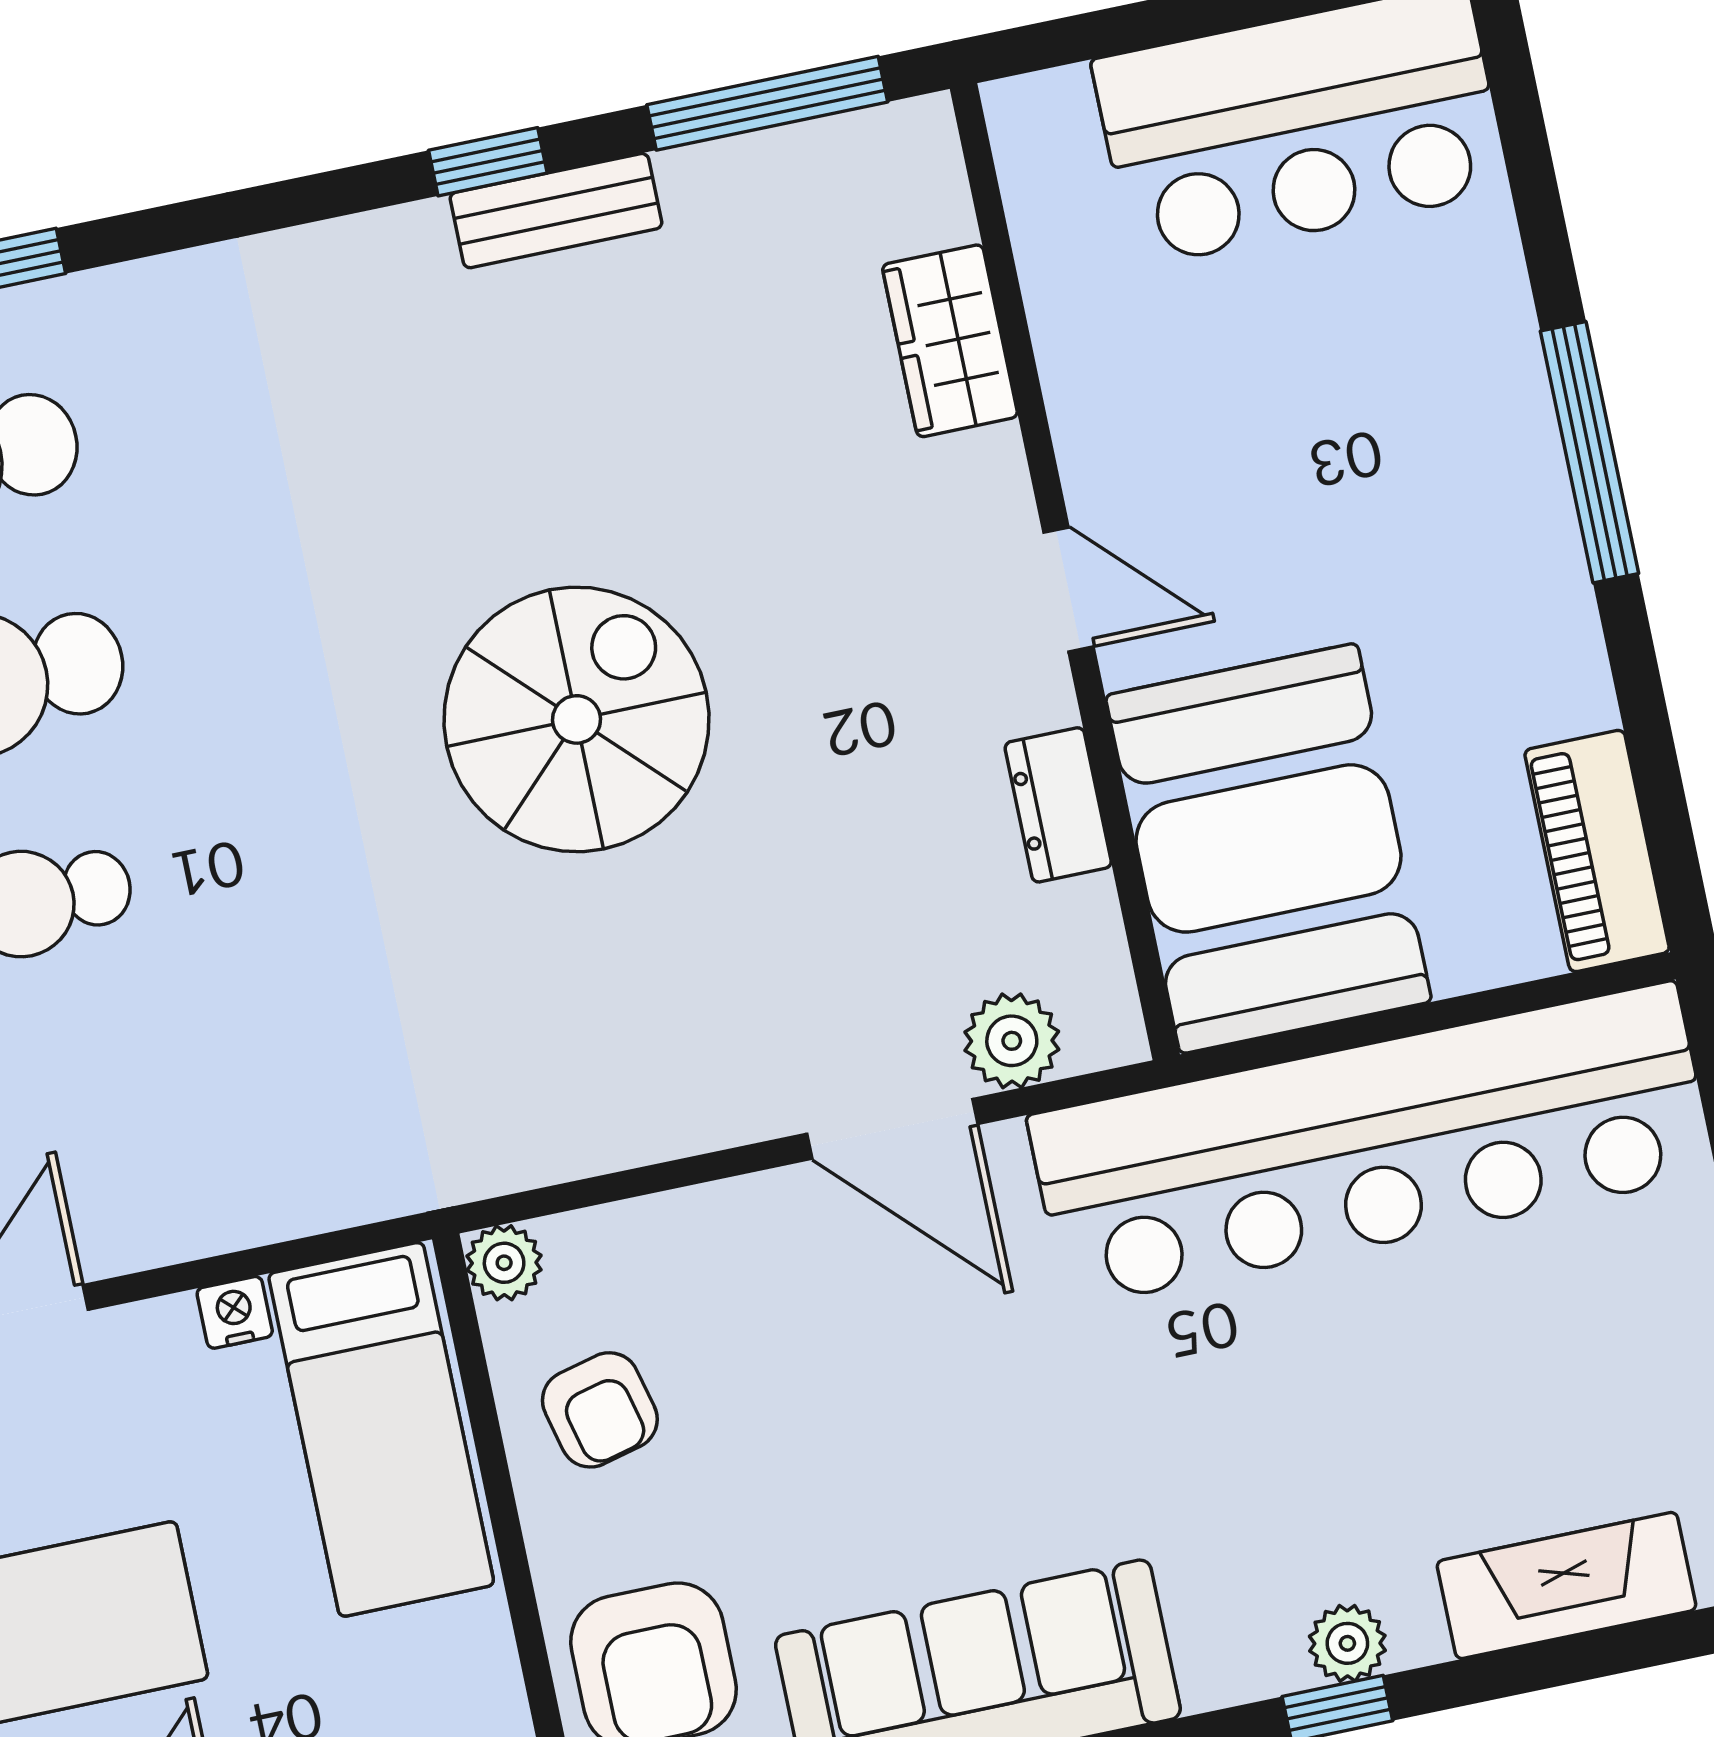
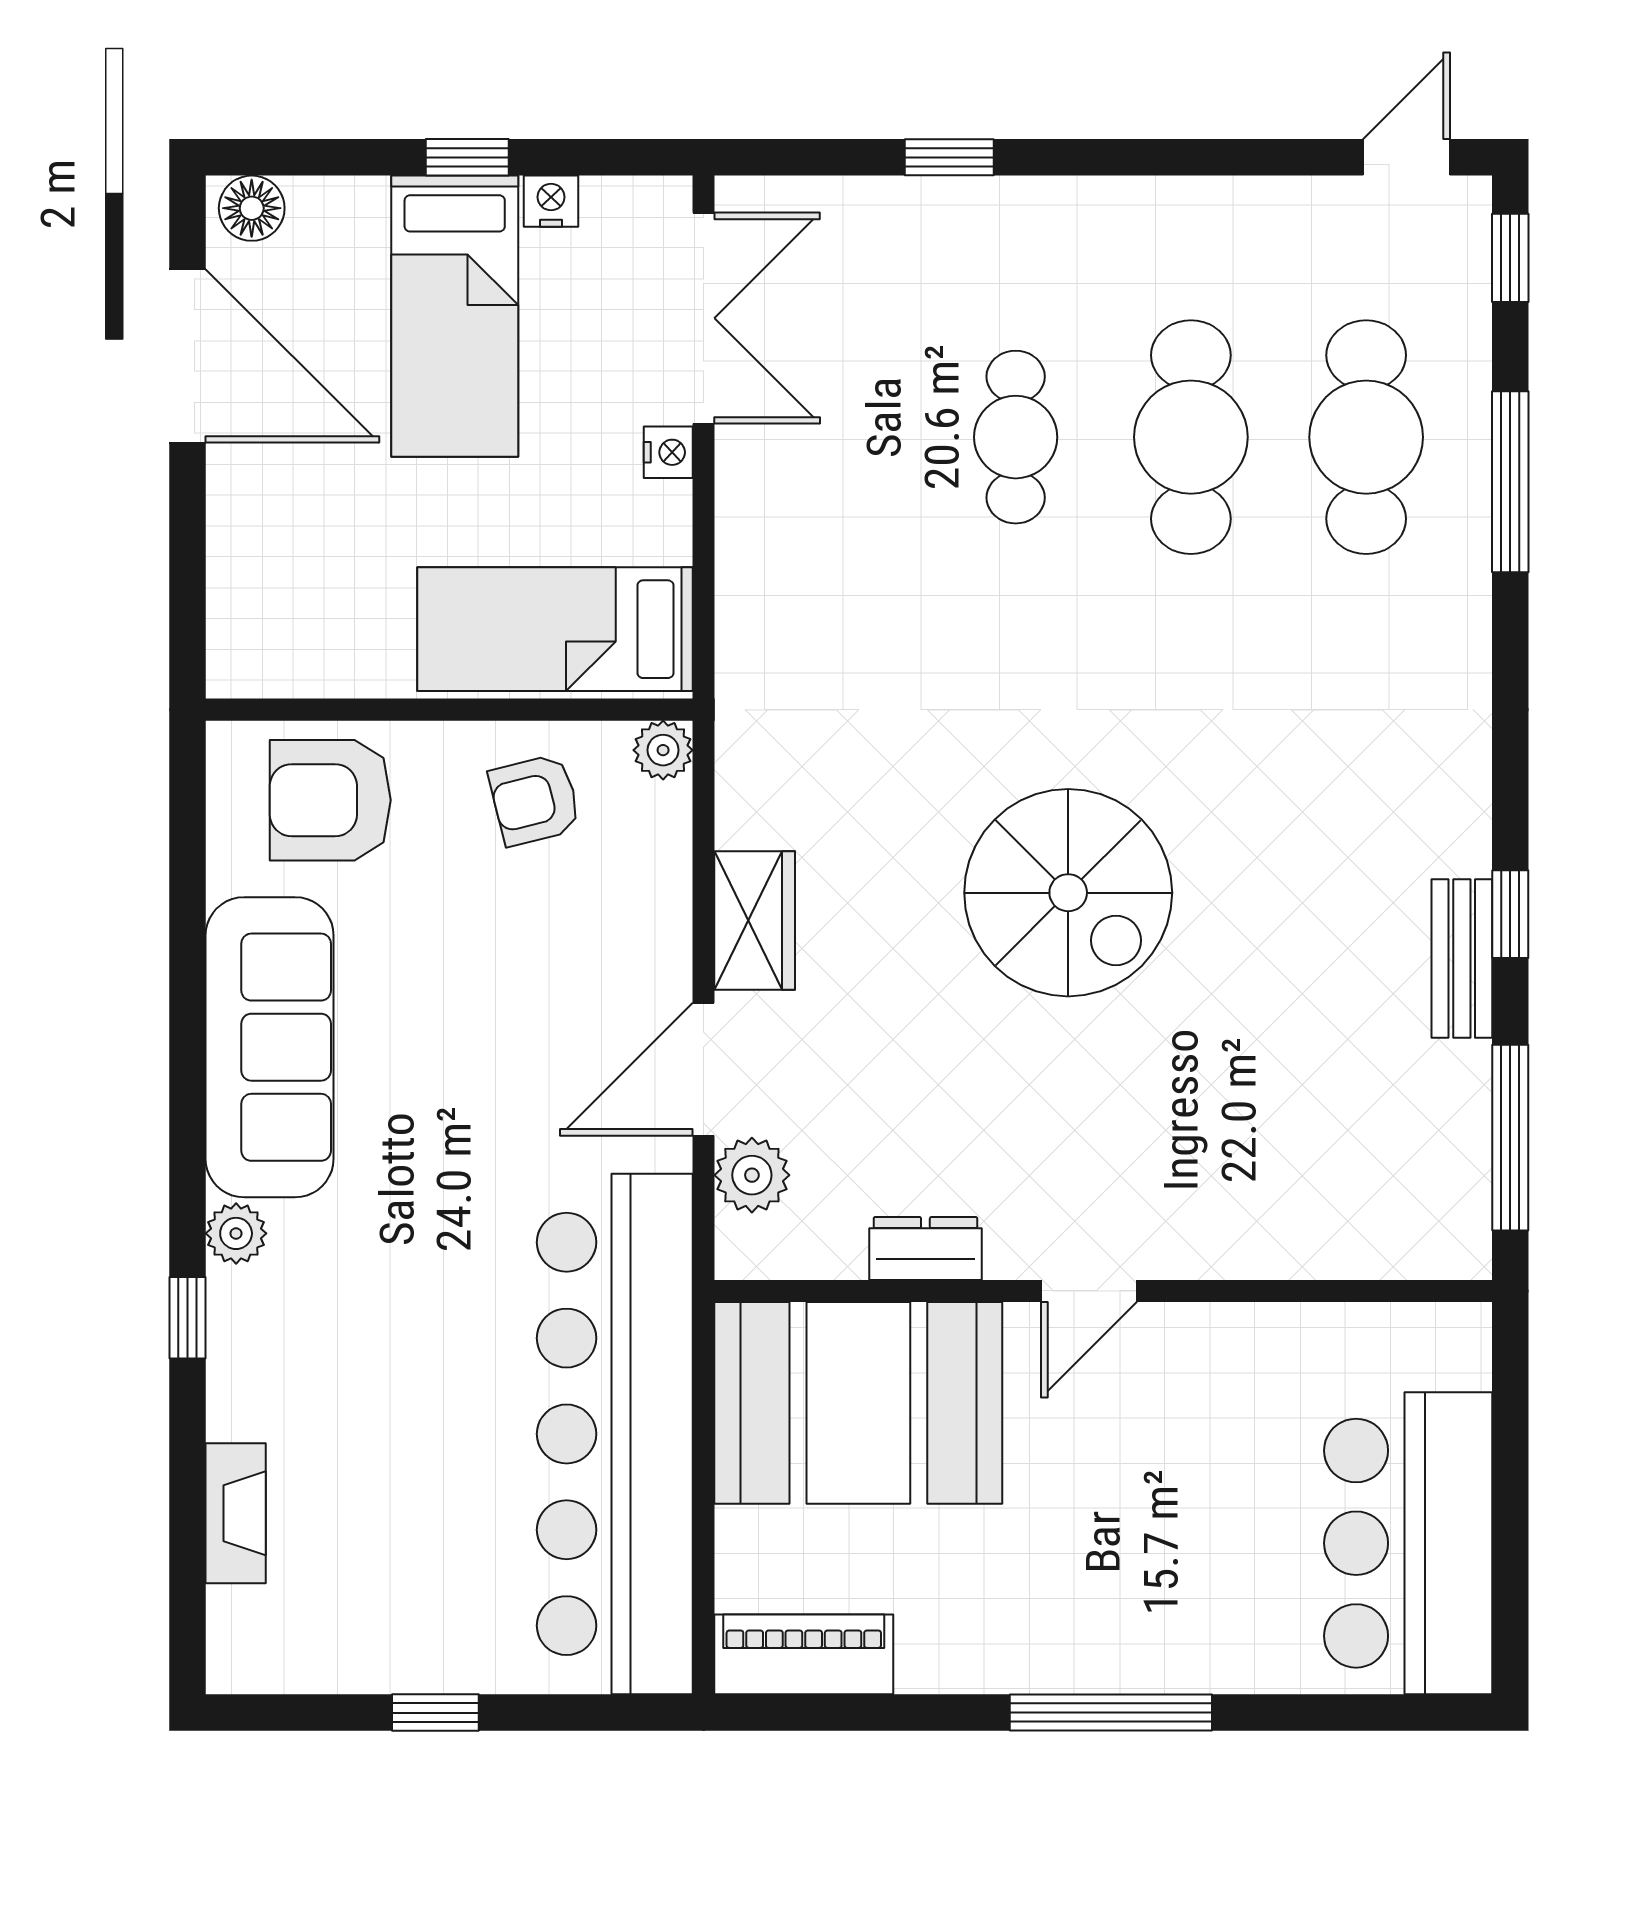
wardrobe: (950, 341) -> (755, 921), moved, turned 90
nightstand: (235, 1312) -> (668, 452), moved
fireplace: (1567, 1585) -> (236, 1513), width x0.73, depth x0.76
plant: (1347, 1643) -> (236, 1233), moved

